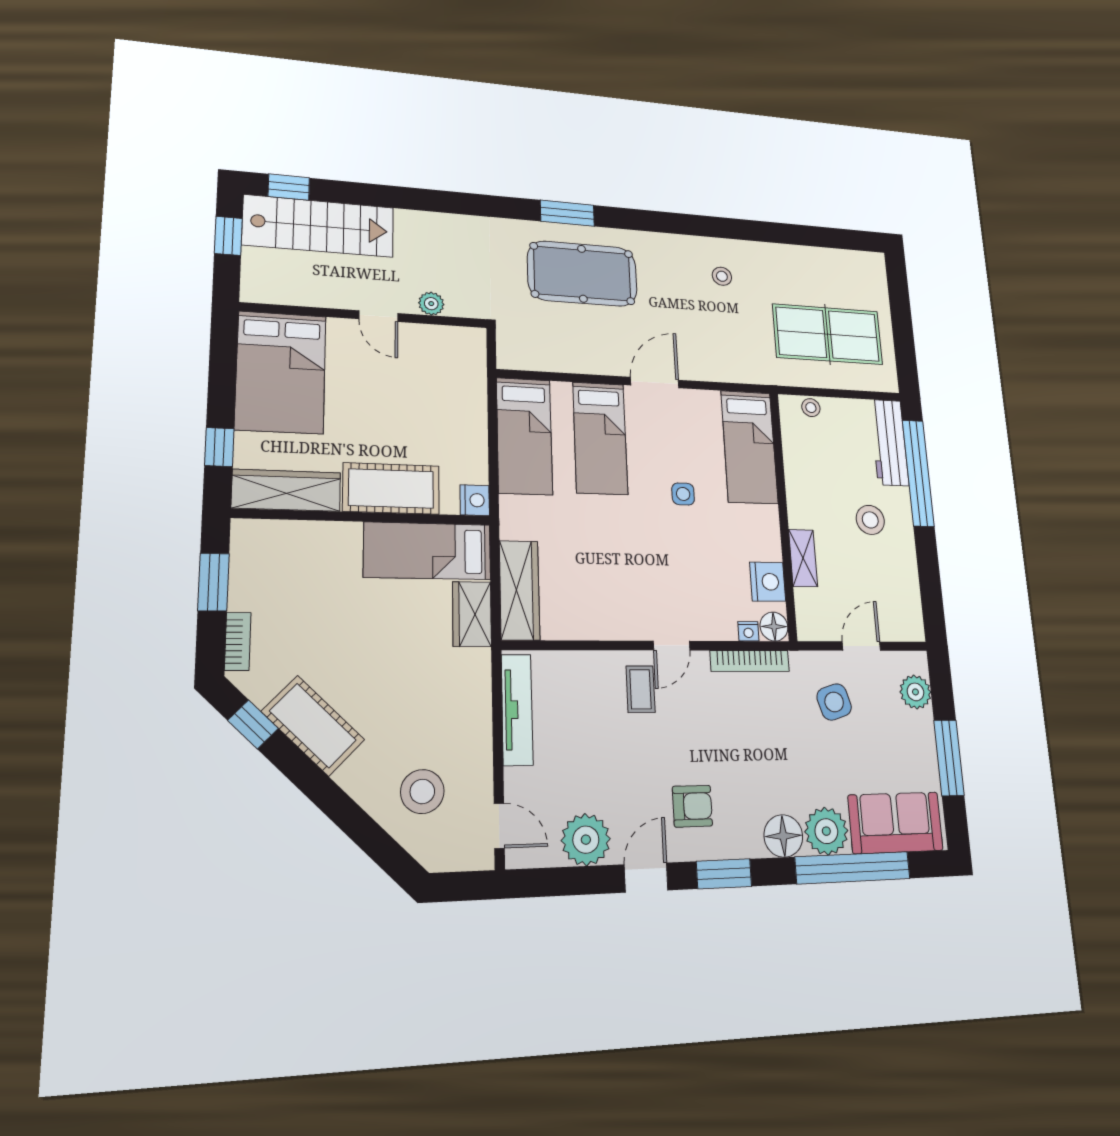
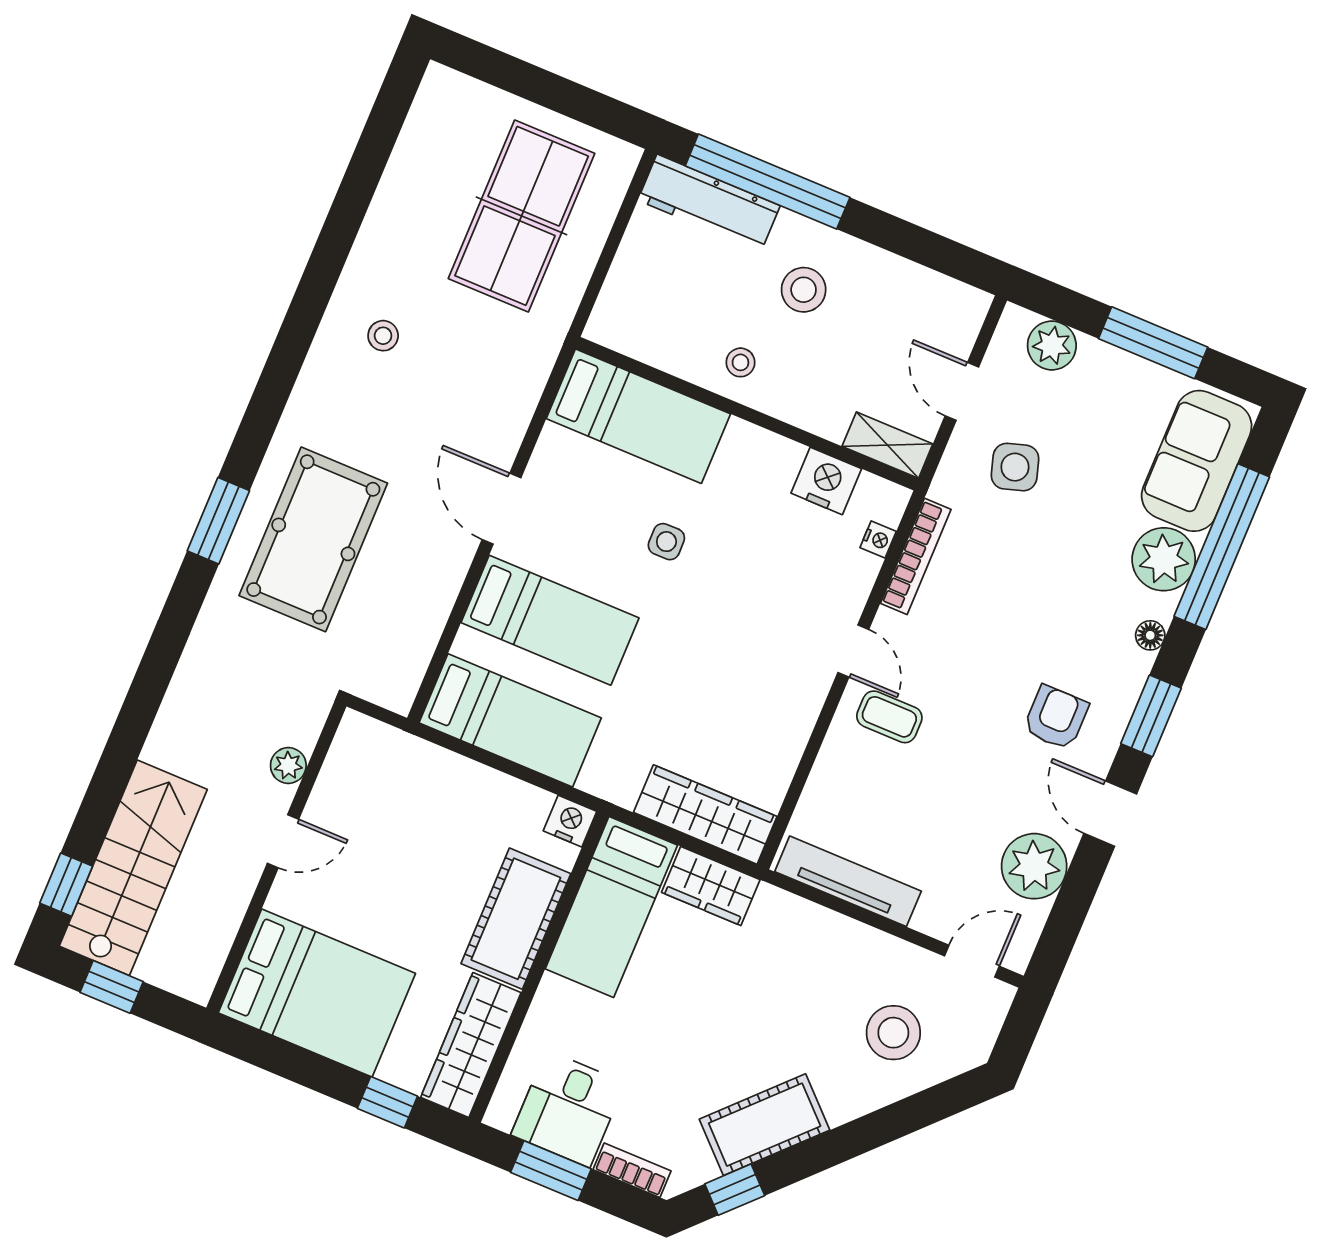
stool: (811, 408) -> (740, 362), moved
shelving: (803, 558) -> (887, 445), moved
desk: (266, 577) -> (568, 1109), added
floor lamp: (774, 627) -> (887, 501), removed
floor lamp: (783, 836) -> (1150, 635), width x0.53, depth x0.53

